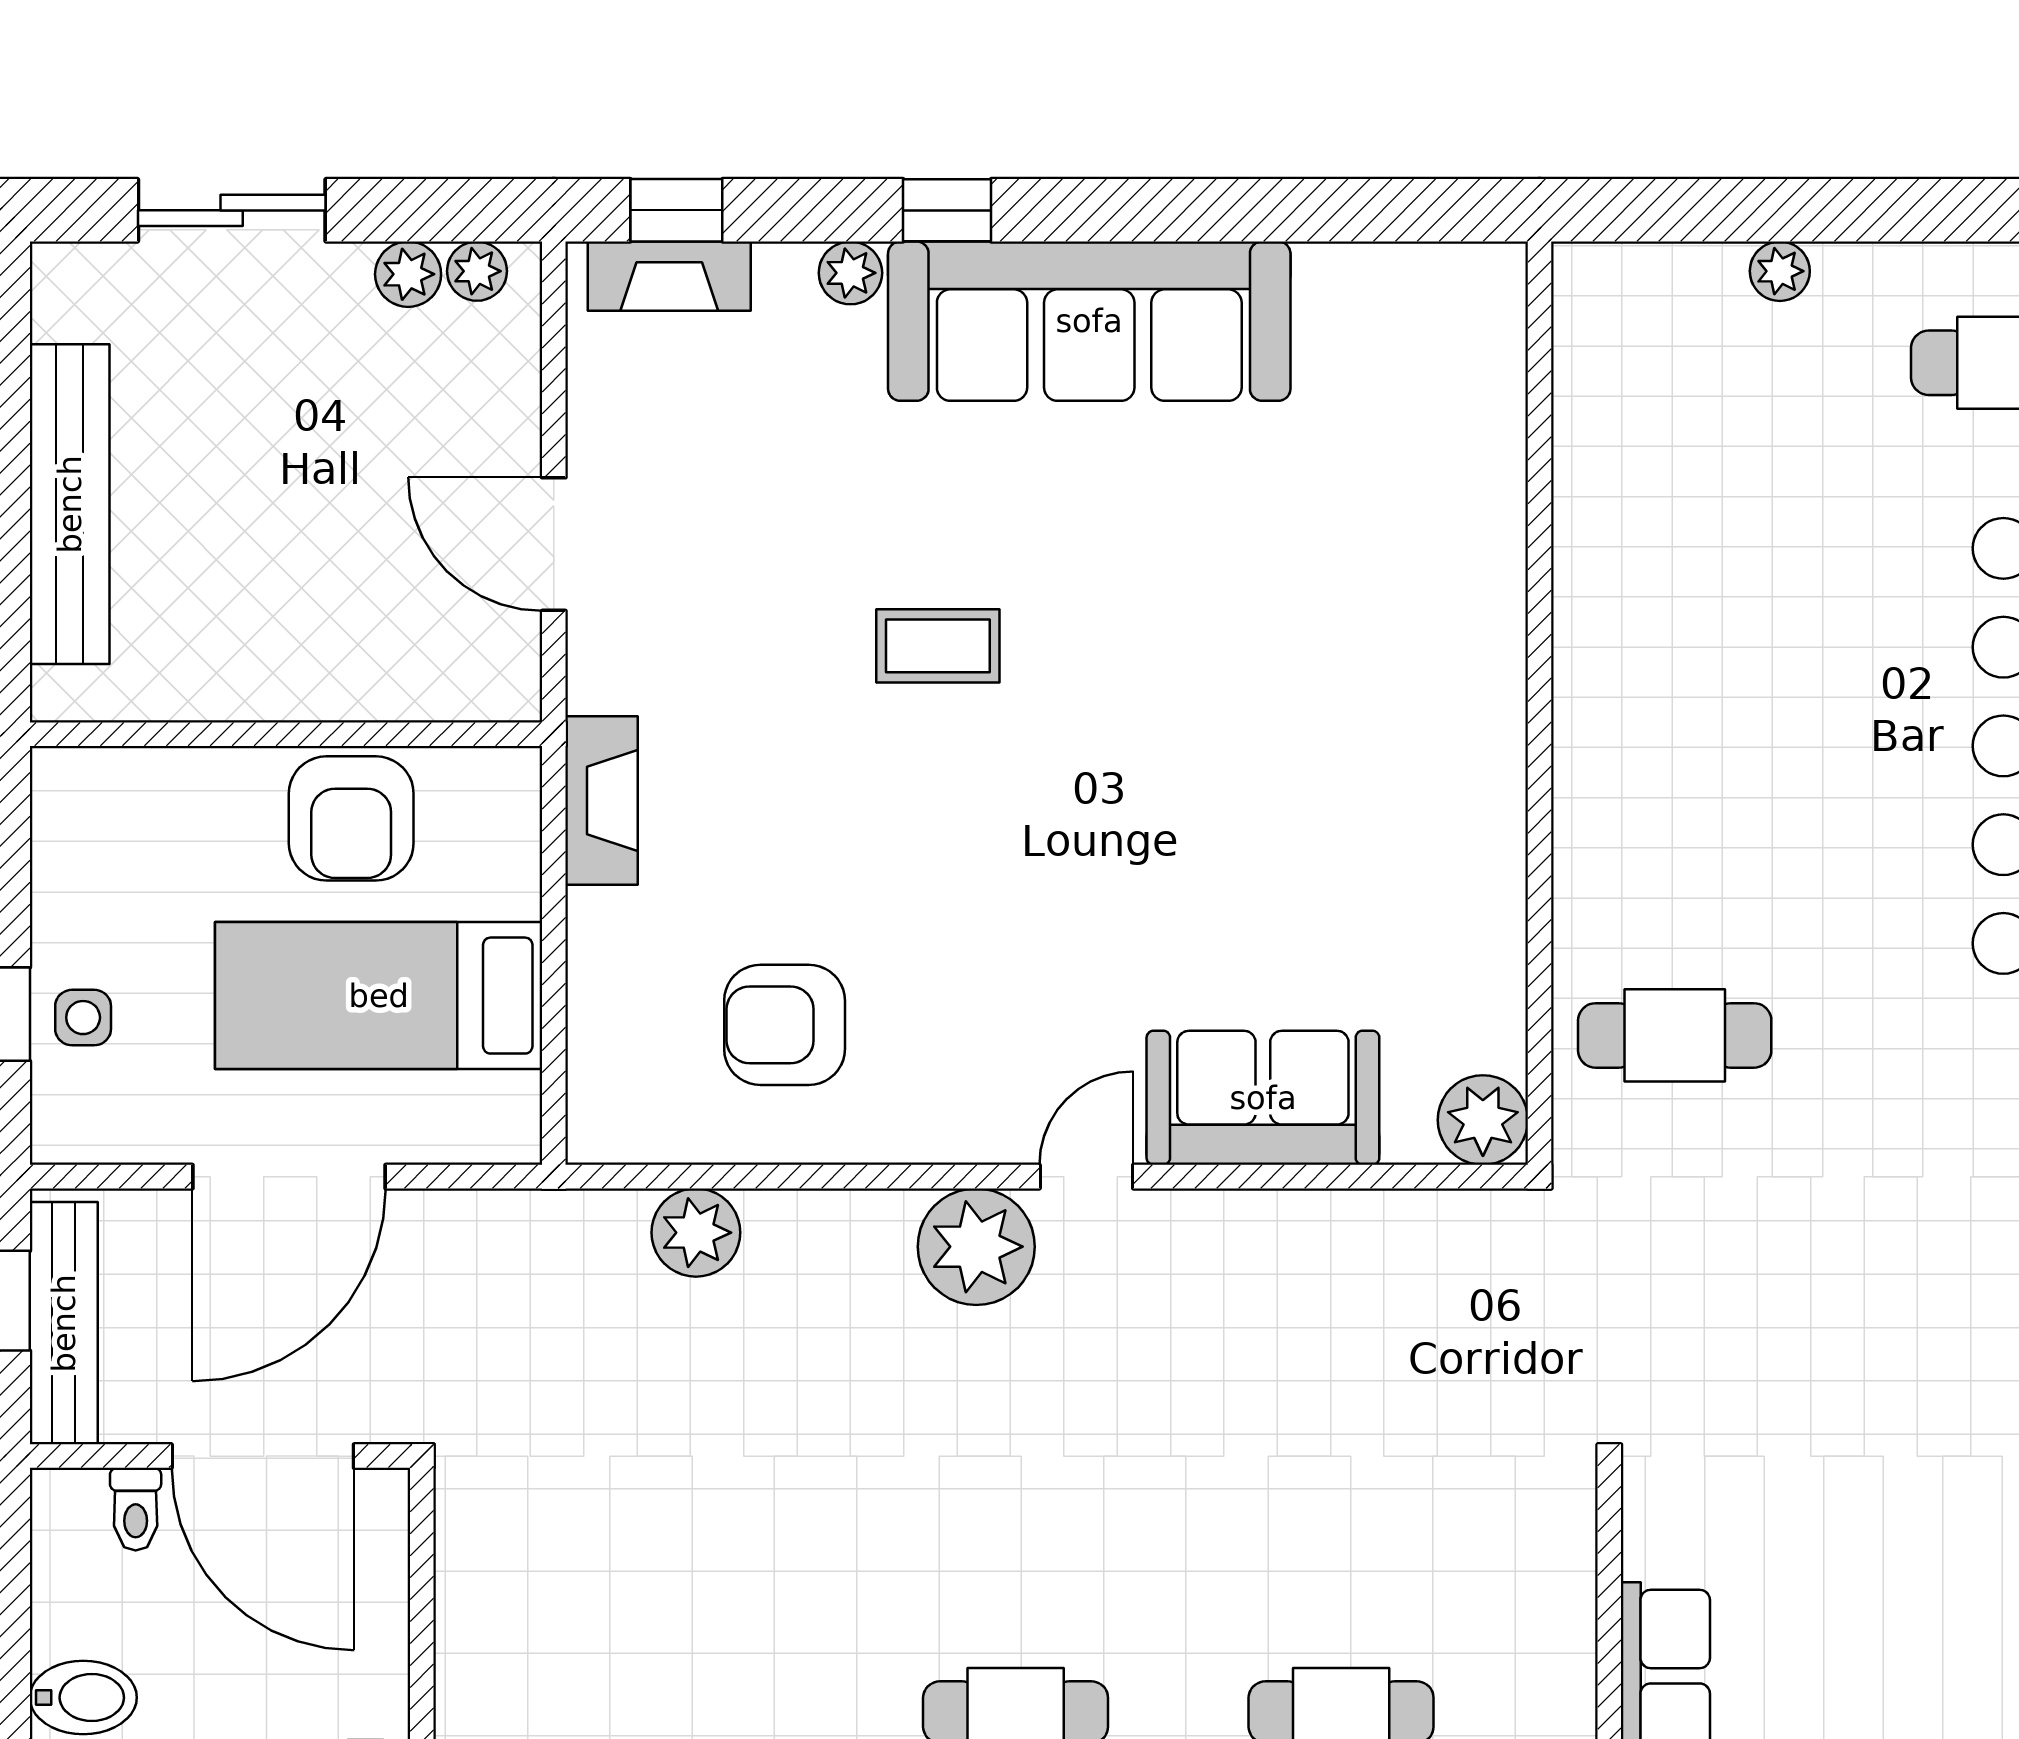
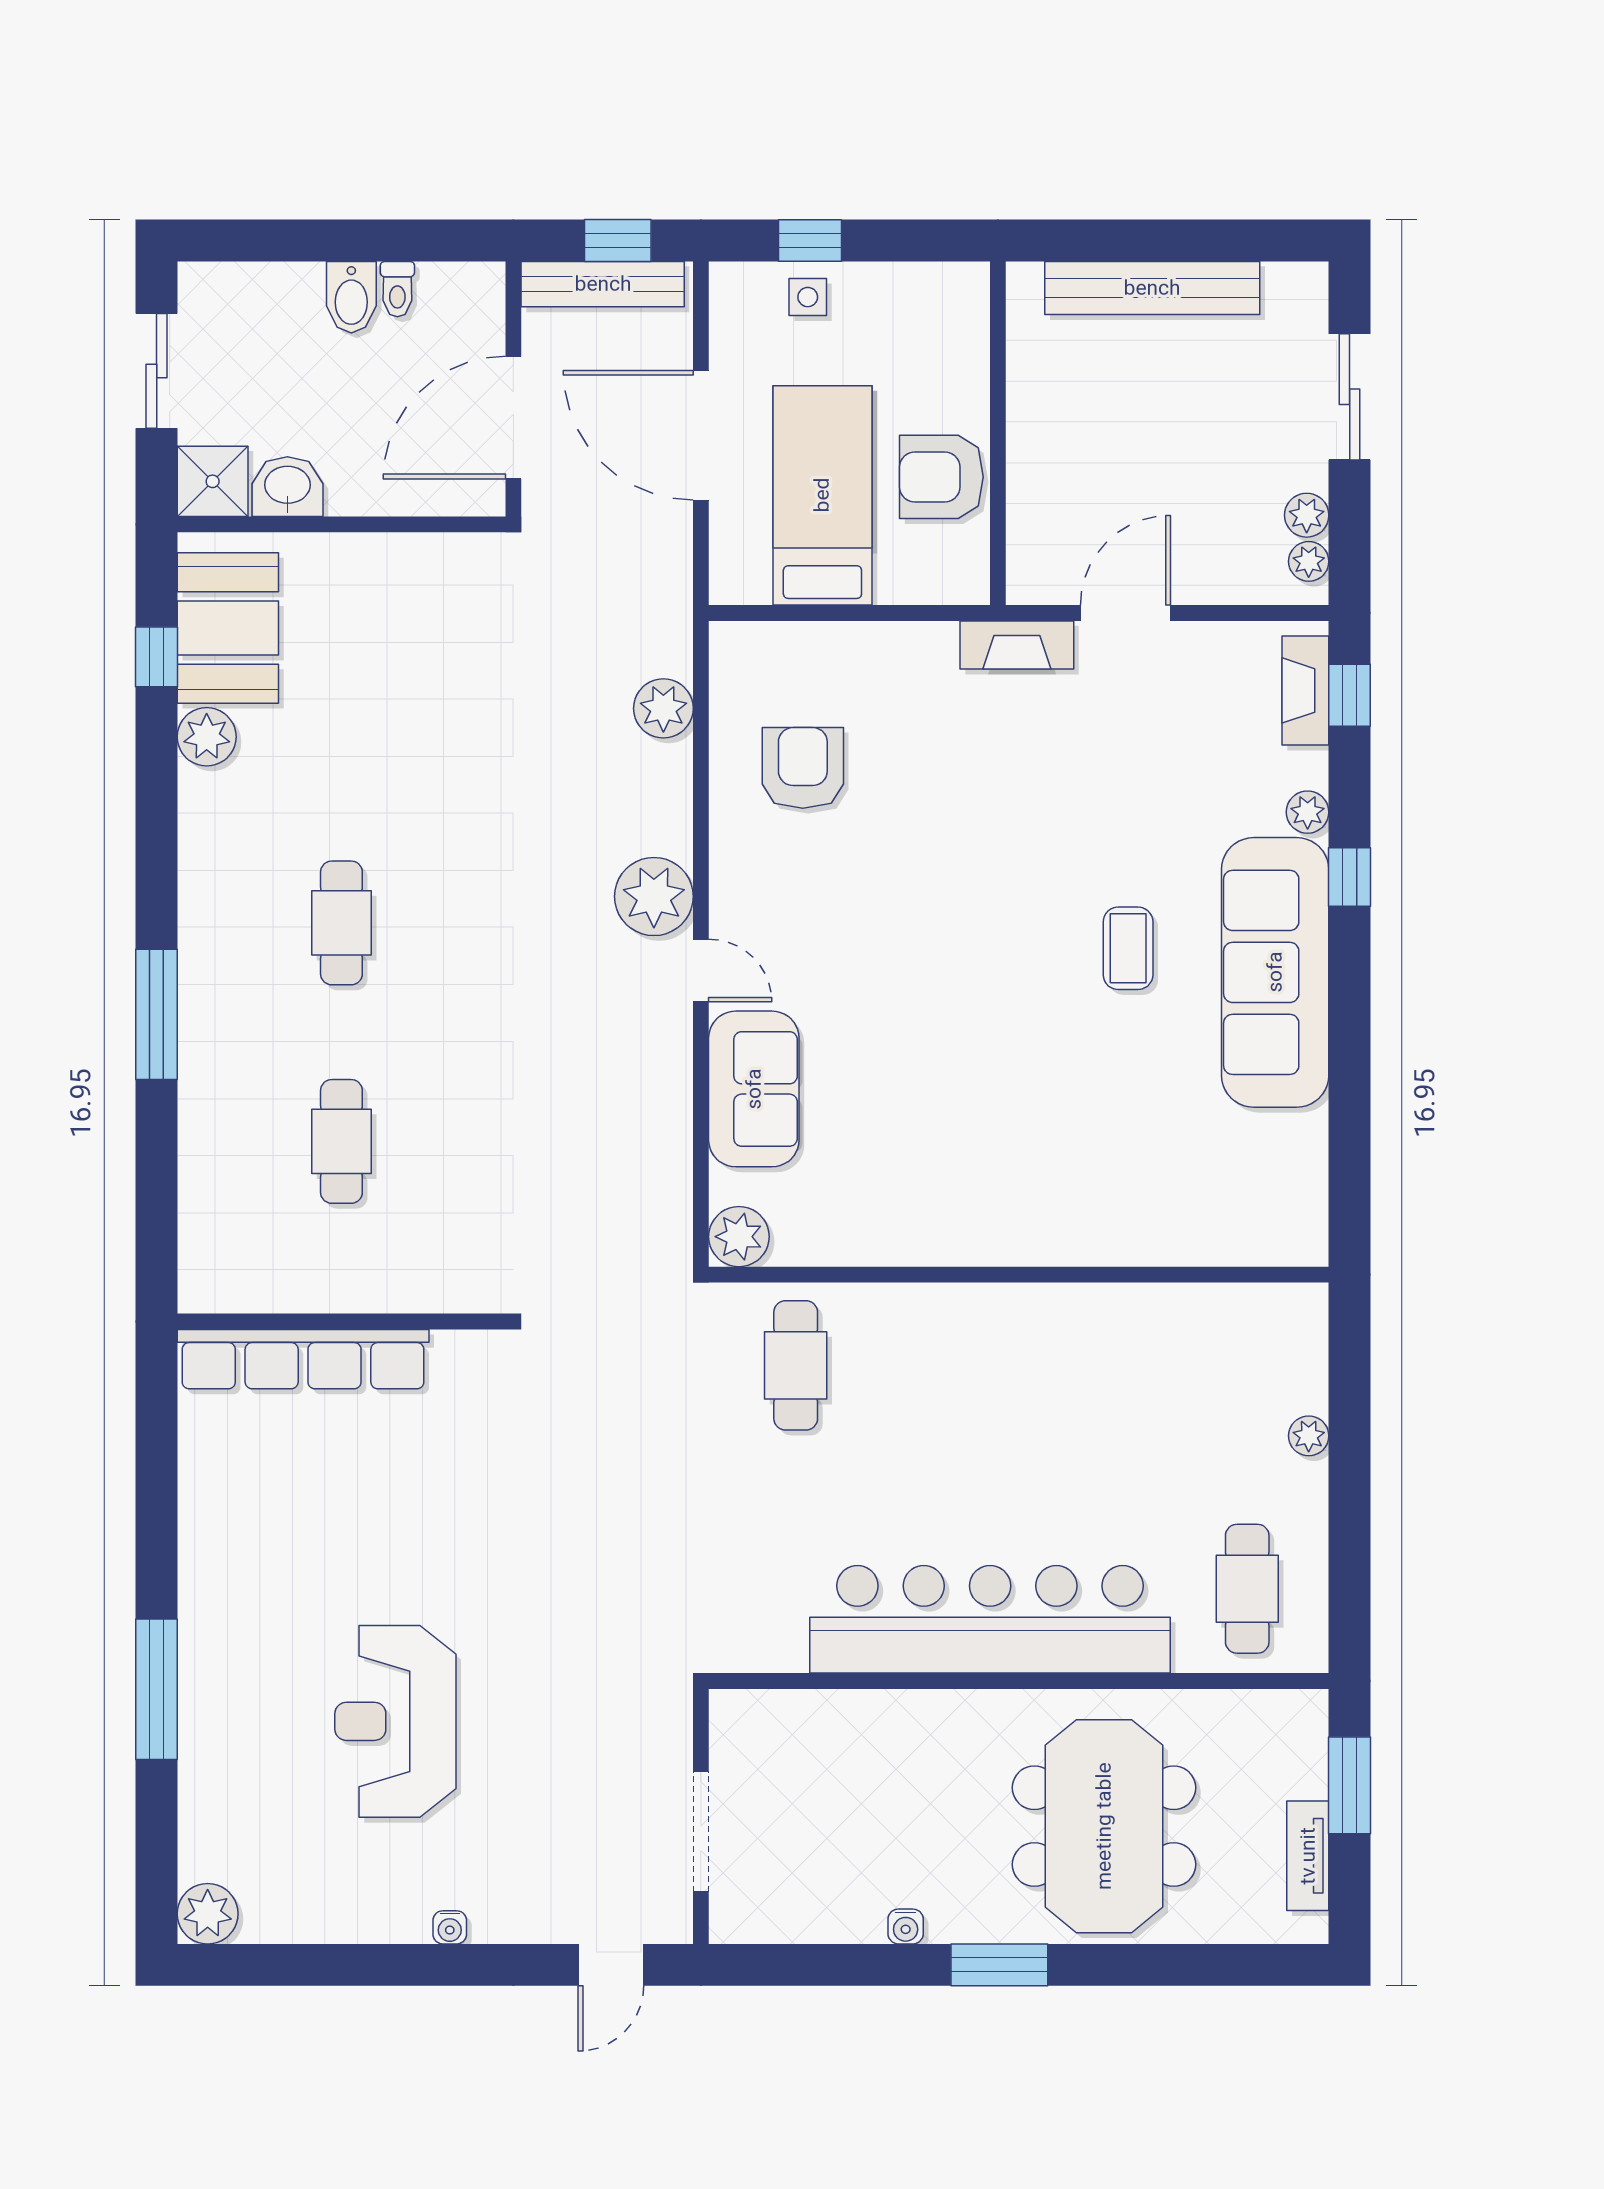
coffee table: (938, 646) -> (1128, 948), moved
fireplace: (601, 800) -> (1017, 645), moved
toilet: (136, 1509) -> (397, 289), moved, turned -90

